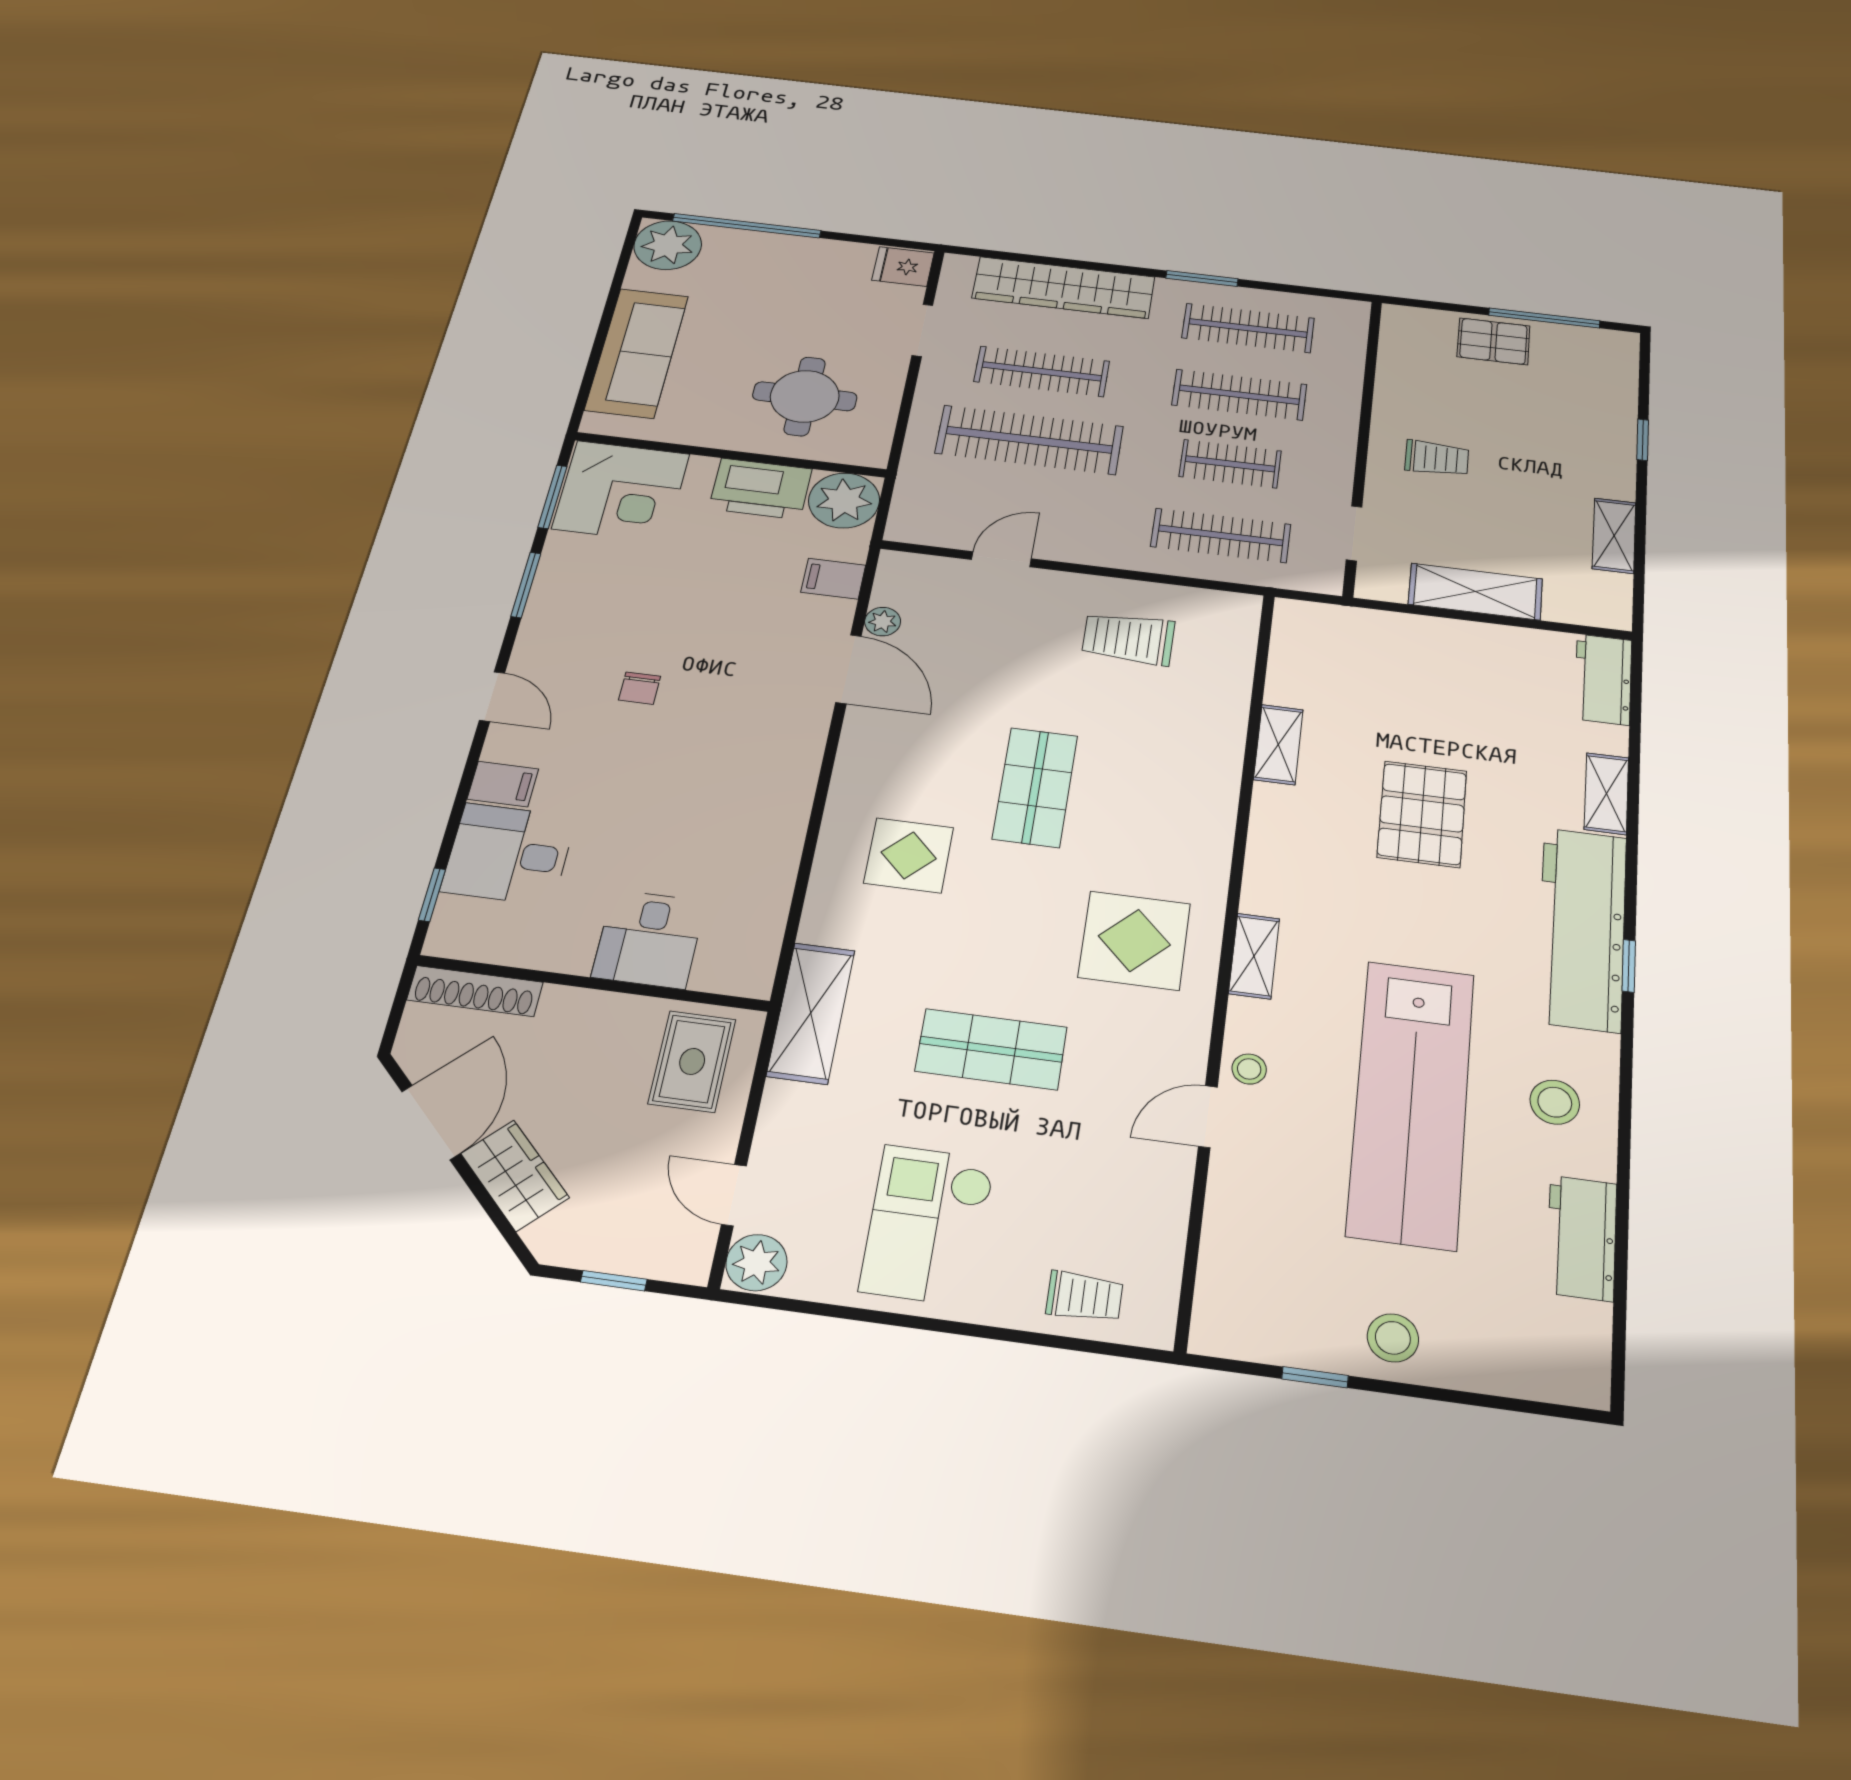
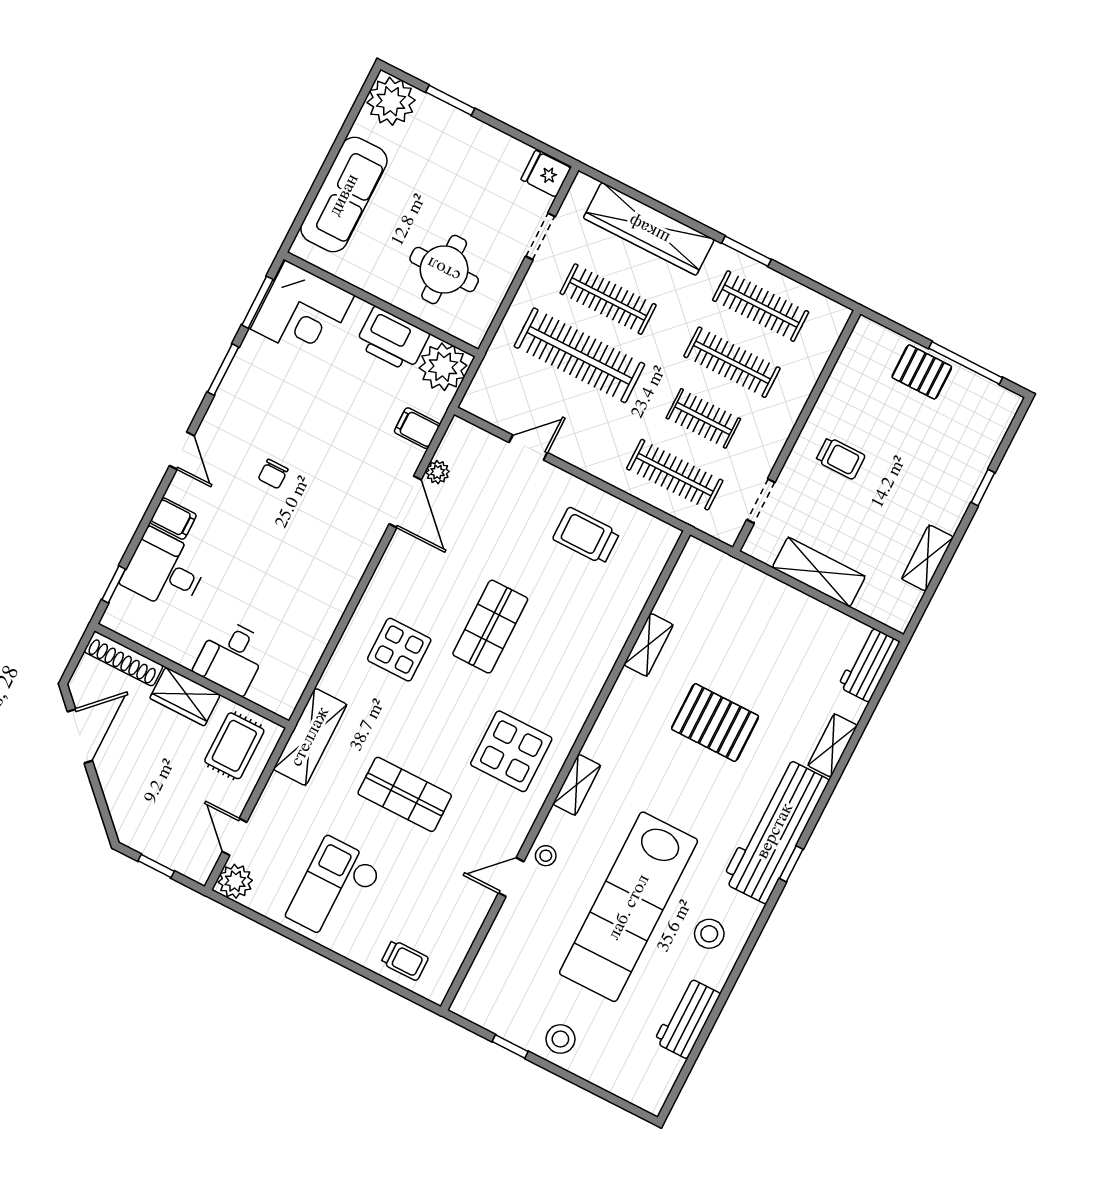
window: (747, 226) -> (450, 100), width x0.47
pallet: (1422, 814) -> (715, 723), turned 90
wardrobe: (515, 1175) -> (185, 697), moved, turned 135

